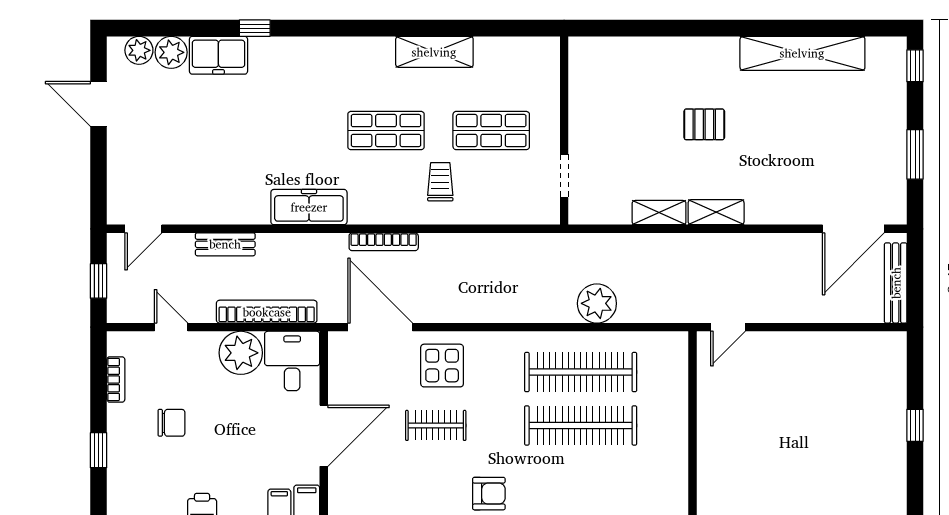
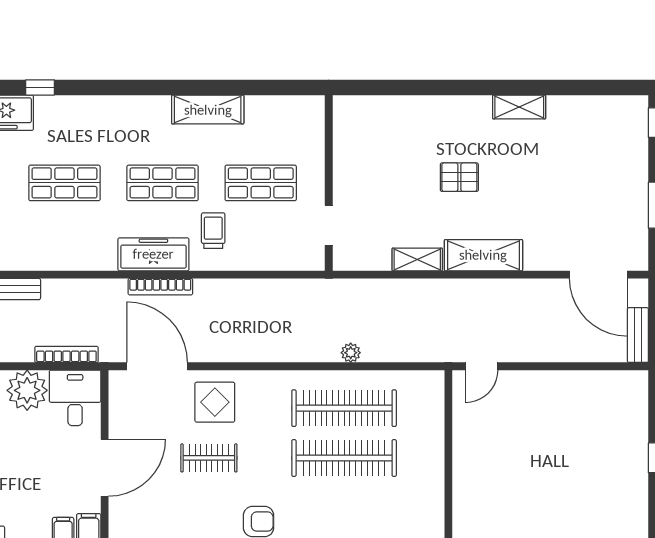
shelving: (802, 53) -> (519, 107), width x0.45, depth x0.75
shop shelf: (281, 131) -> (64, 183), added
freezer: (309, 207) -> (153, 254), moved
shelving: (716, 212) -> (483, 255), width x1.50, depth x1.33
door: (853, 229) -> (598, 275), hinge flipped
bench: (896, 283) -> (638, 335), width x0.73
plant: (597, 303) -> (351, 353), width x0.53, depth x0.53
bookcase: (267, 312) -> (66, 354), width x0.68, depth x0.76

